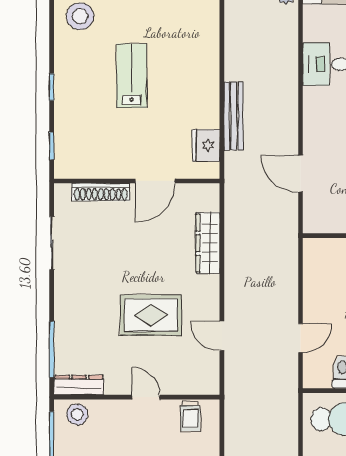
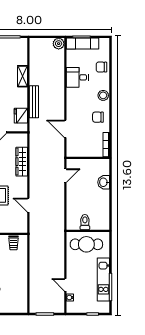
shelving: (209, 62) -> (23, 76), added
door: (301, 338) -> (65, 176), moved

